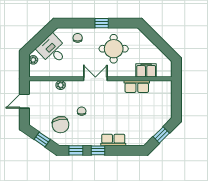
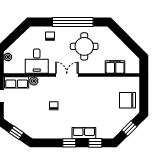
window: (102, 23) -> (73, 22), width x3.17
desk: (53, 50) -> (37, 61), moved, turned -136
row of seats: (137, 86) -> (17, 82), moved
chair: (60, 125) -> (128, 100), moved, turned 102
window: (76, 150) -> (95, 143), moved

